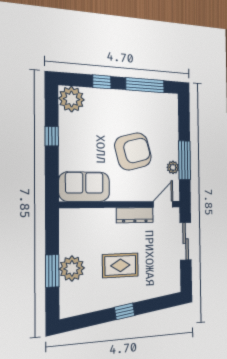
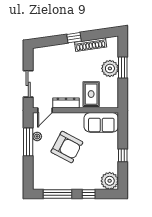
armchair: (133, 151) -> (67, 147), turned -137
rug: (120, 265) -> (91, 94), moved, turned 90
shoe rack: (101, 303) -> (91, 45), added

